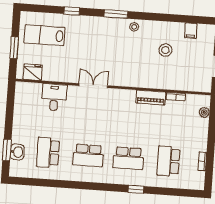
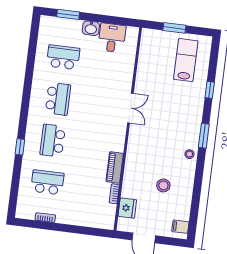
filing cabinet: (191, 31) -> (180, 227), moved
fridge: (33, 72) -> (127, 208), moved
desk: (54, 97) -> (112, 38), moved, turned -90
plant: (204, 112) -> (96, 222), removed
washbasin: (17, 152) -> (91, 28), moved
school desk: (88, 155) -> (58, 99), turned 180

